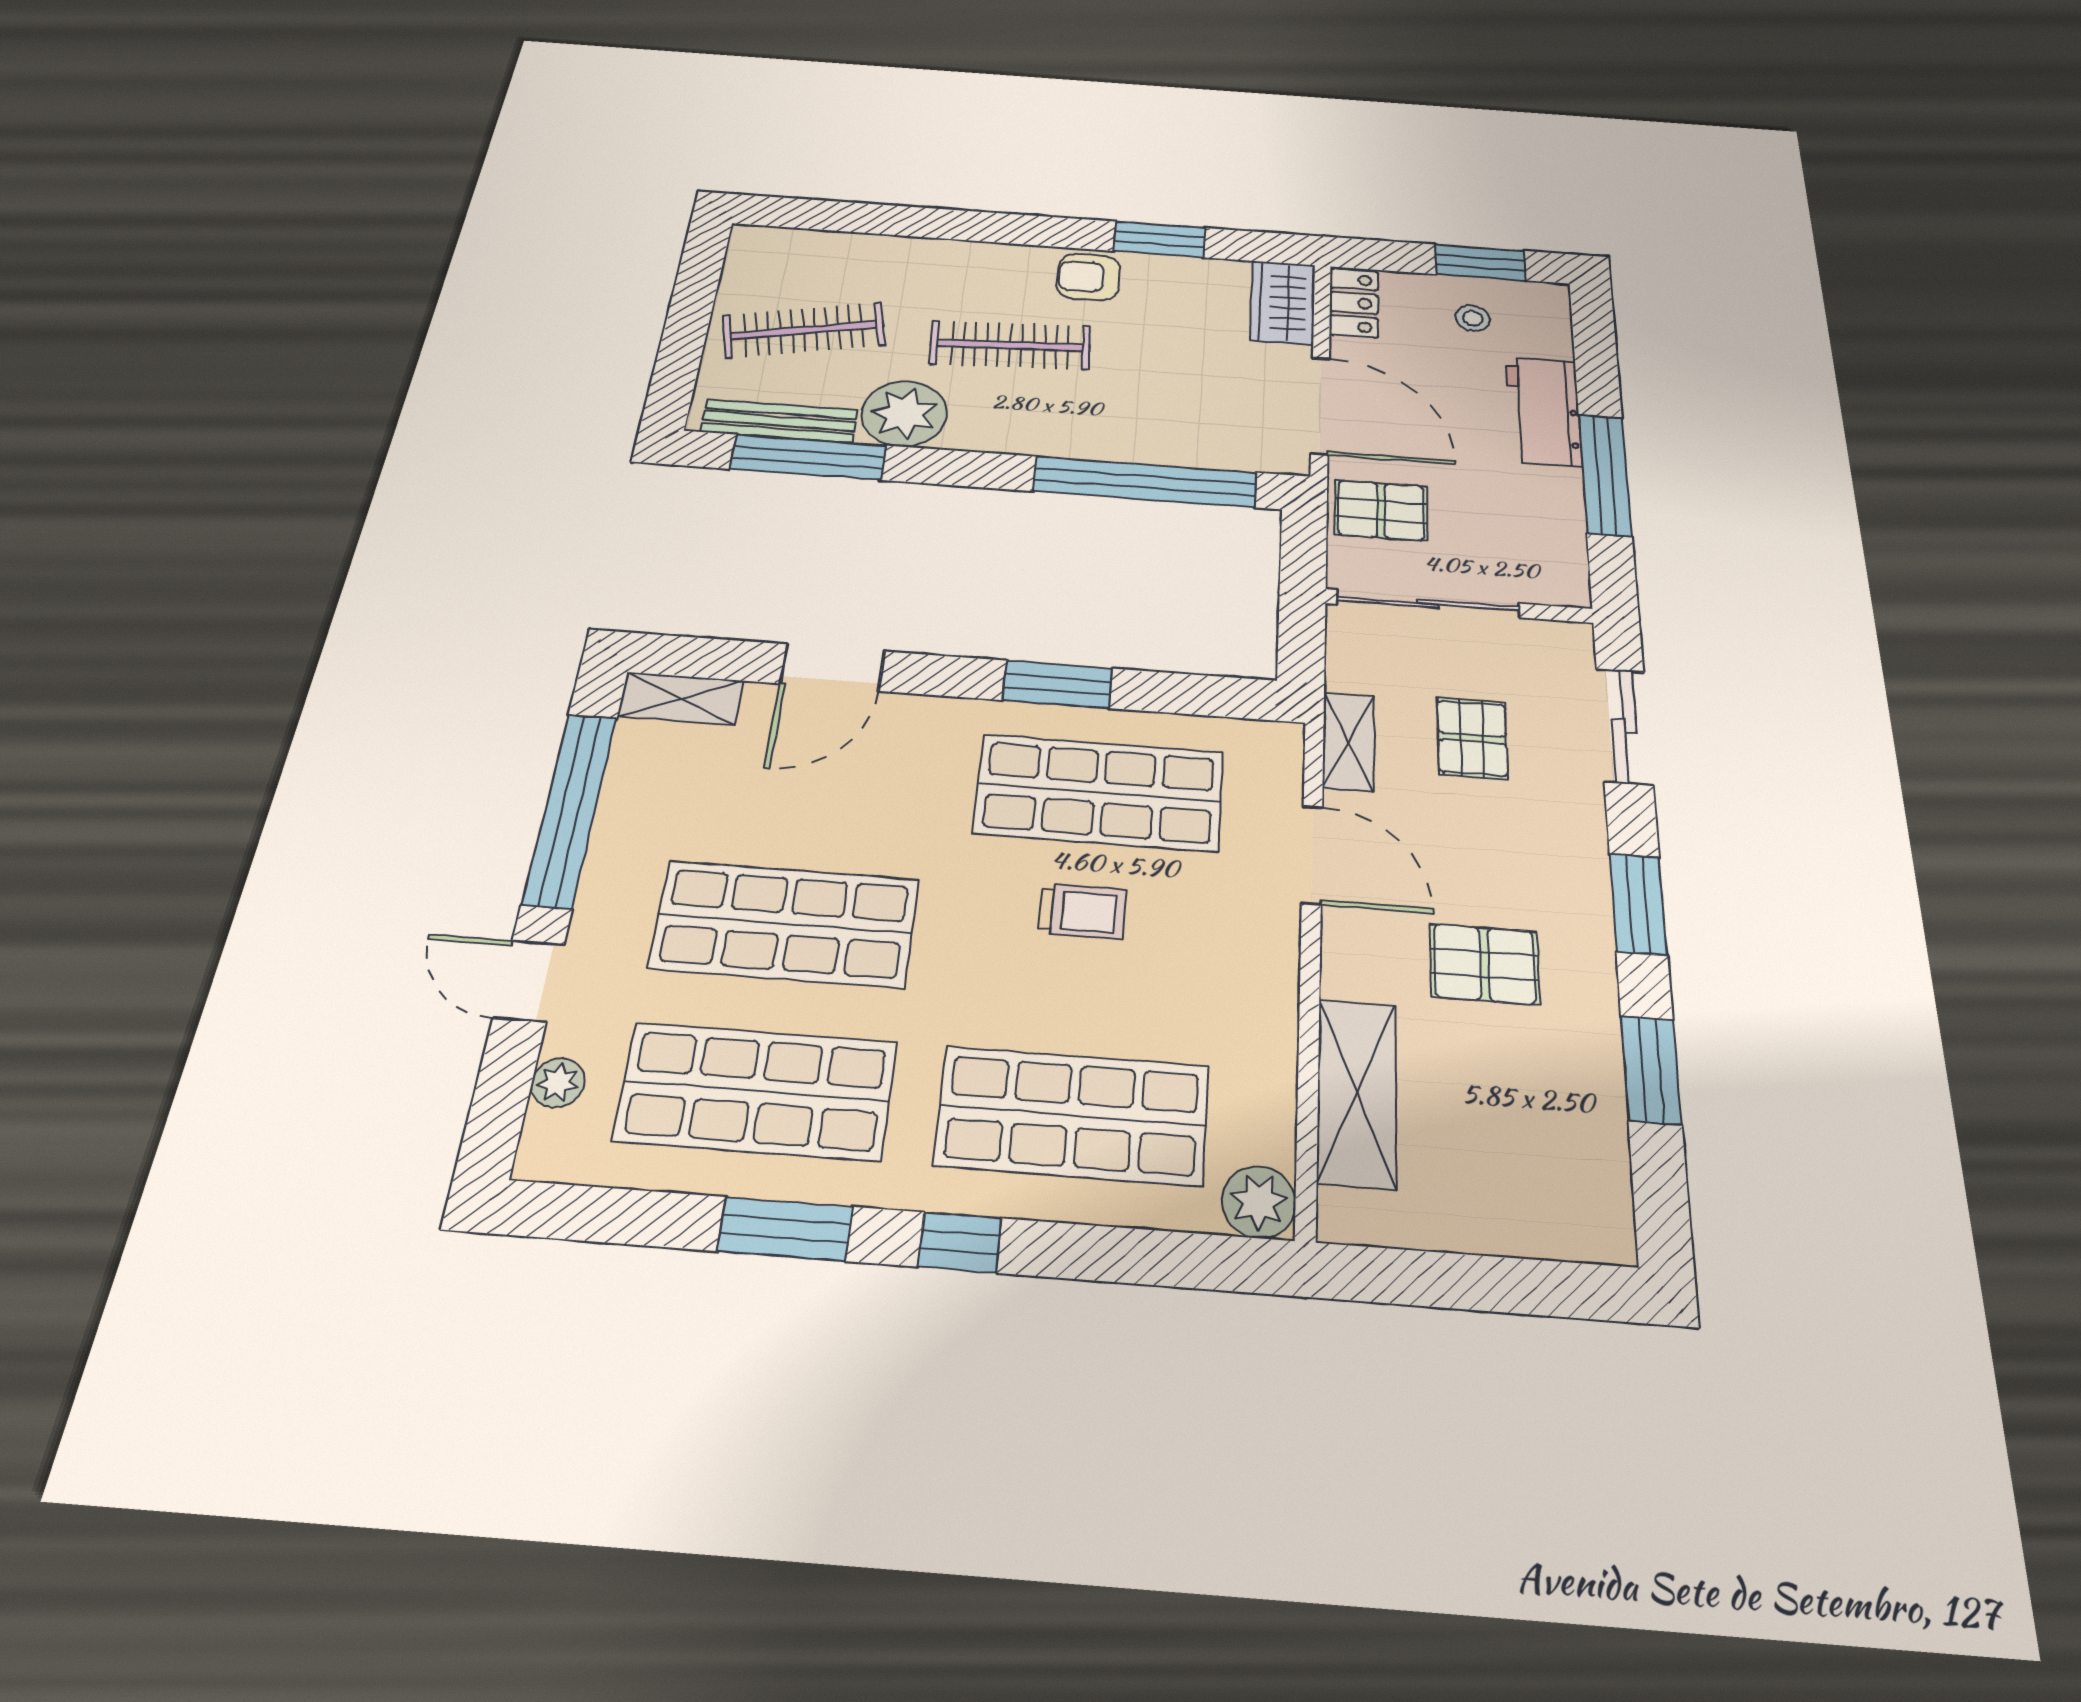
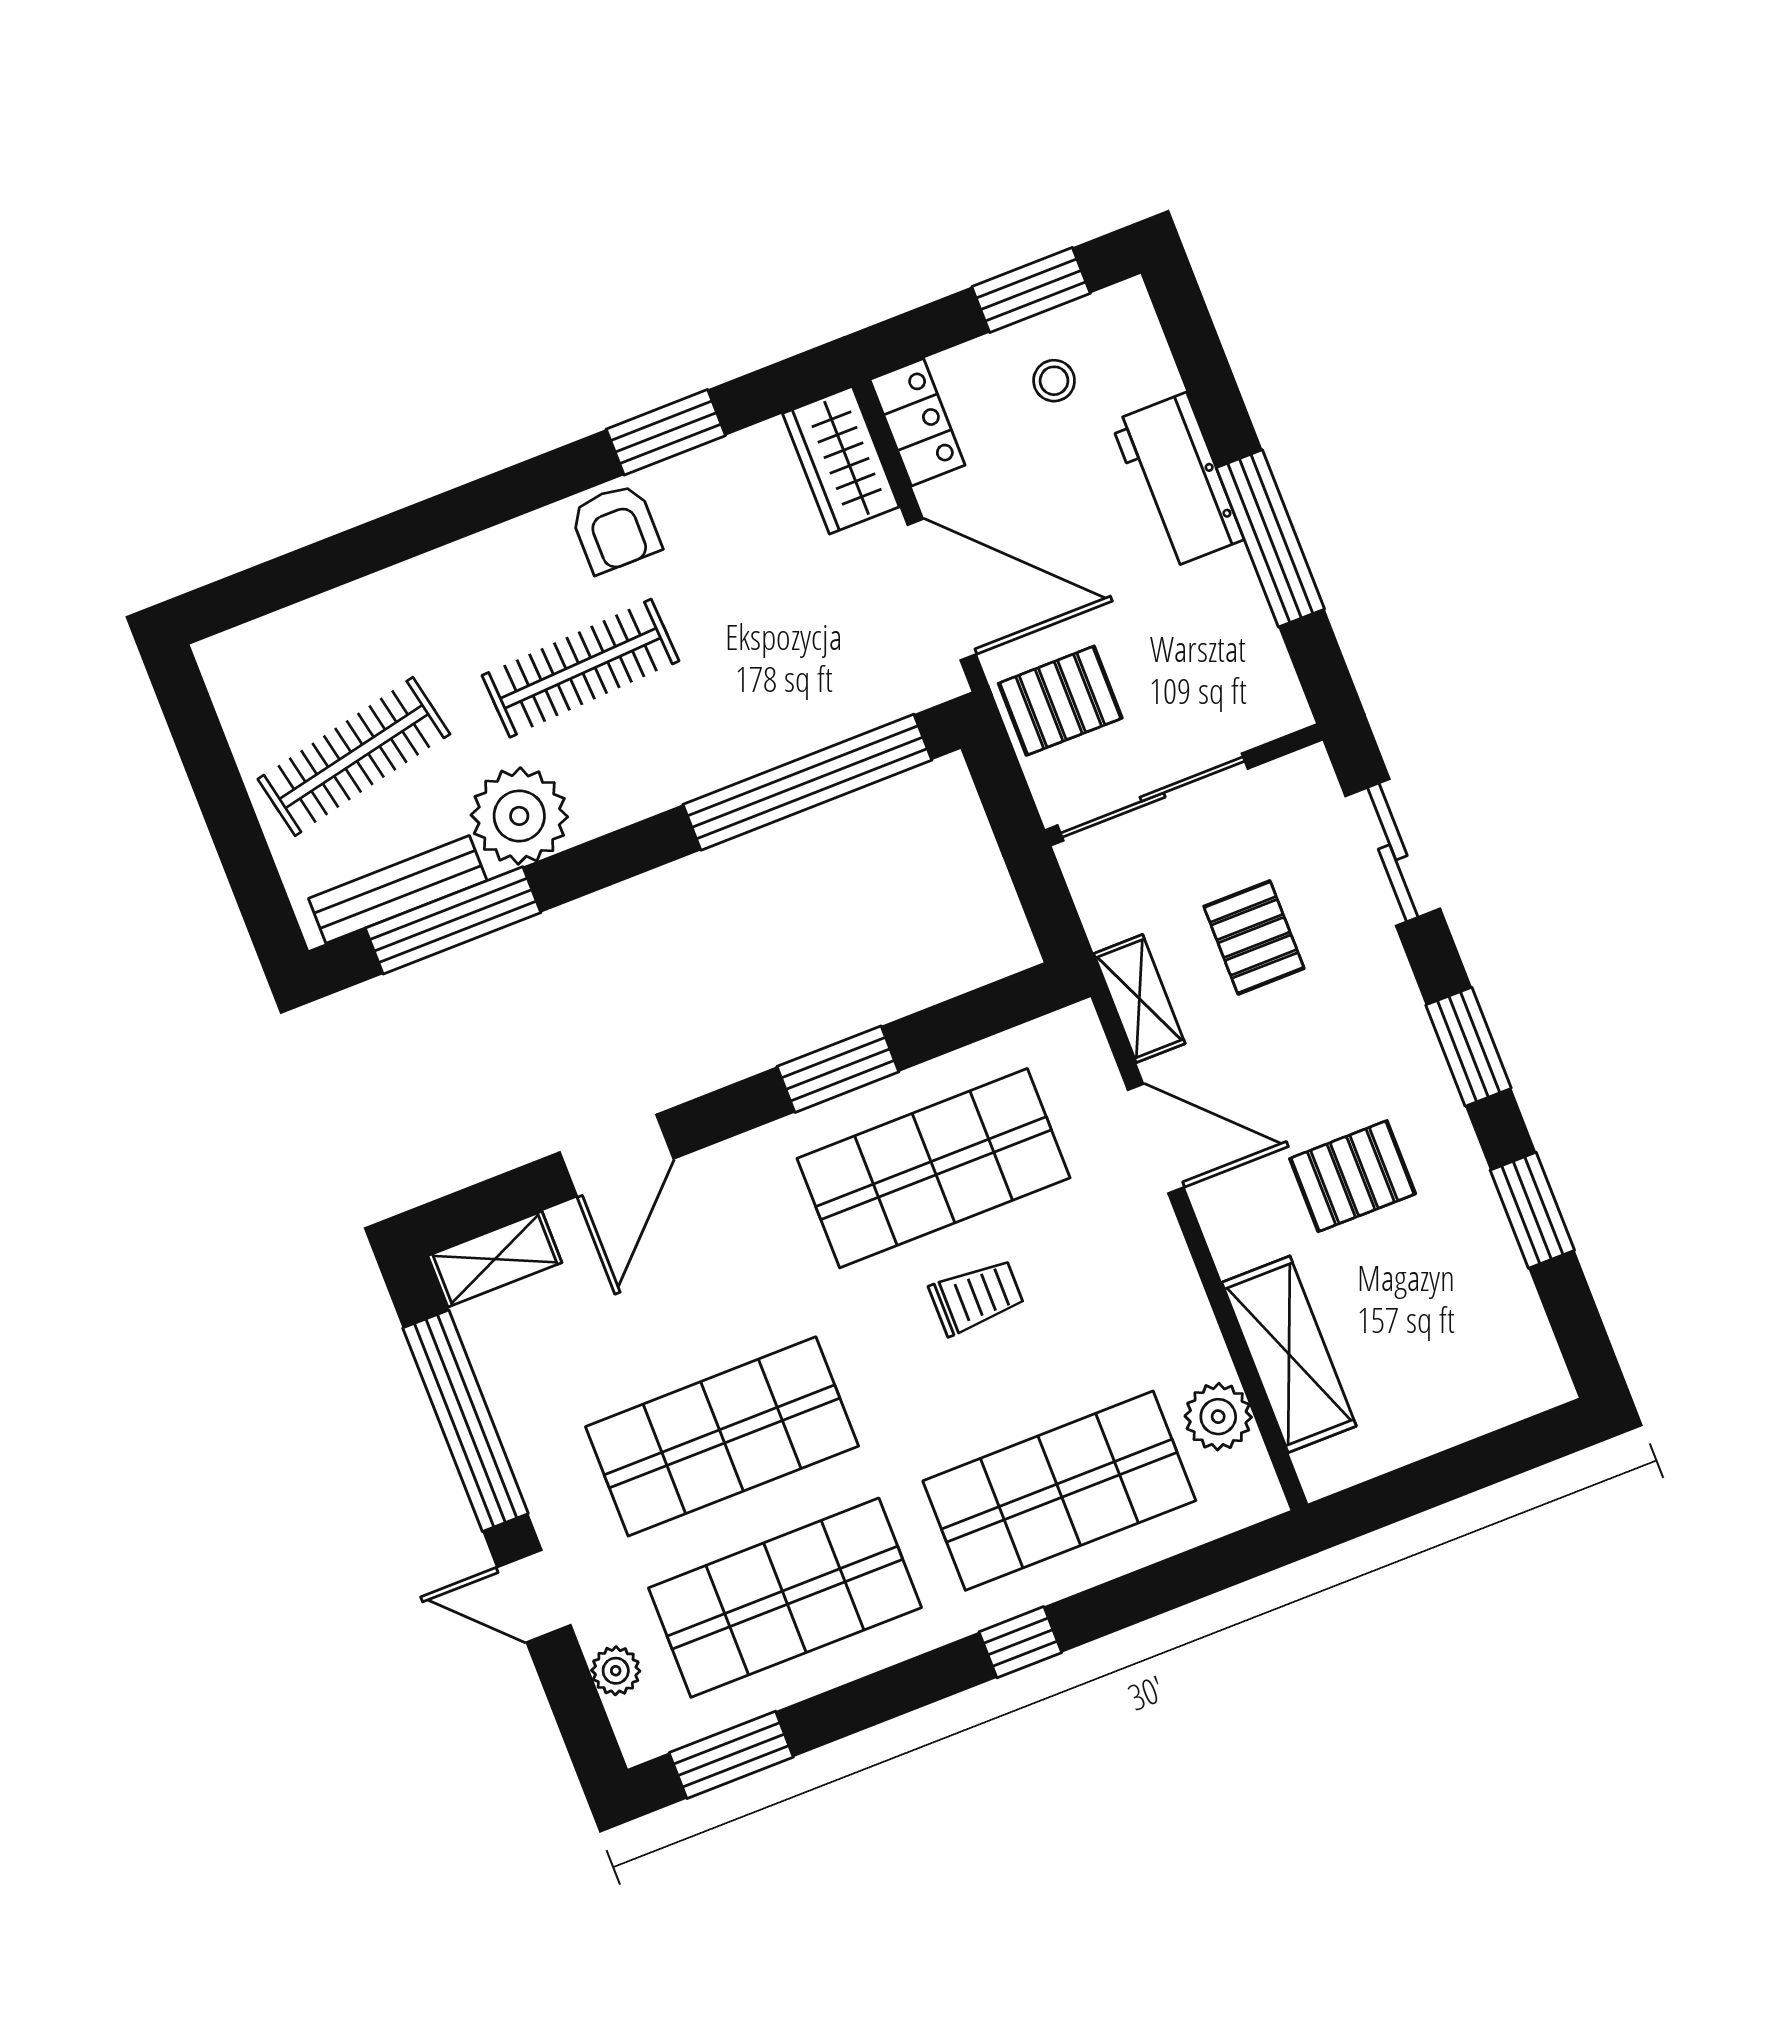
armchair: (1088, 277) -> (615, 528), turned -90
plant: (1259, 1202) -> (1218, 1417), moved
window: (785, 1229) -> (731, 1755), moved

